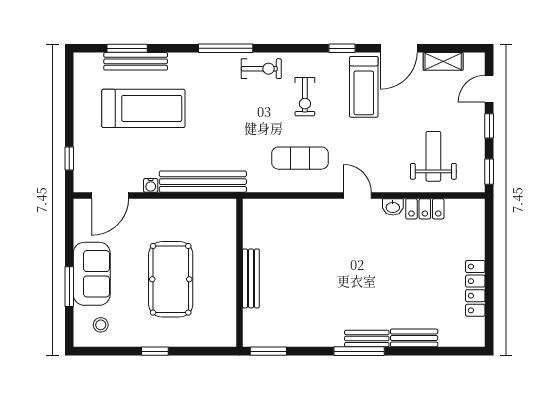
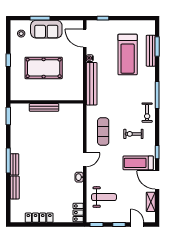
locker: (425, 209) -> (78, 213), moved

